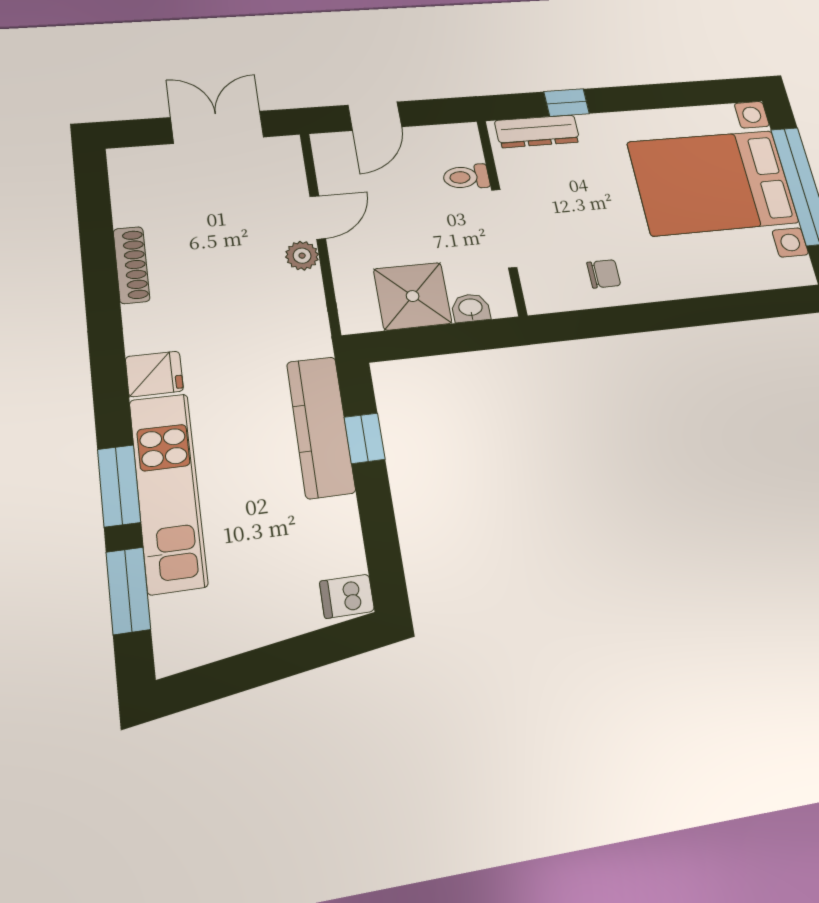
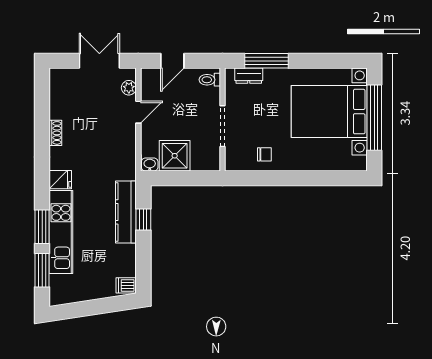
window: (567, 103) -> (267, 61), width x2.17
dresser: (537, 131) -> (249, 76), width x0.70
toilet: (466, 177) -> (210, 80), moved
plant: (302, 256) -> (129, 88), moved
shoe rack: (131, 265) -> (55, 133), width x0.70
washbasin: (471, 308) -> (150, 164), moved

